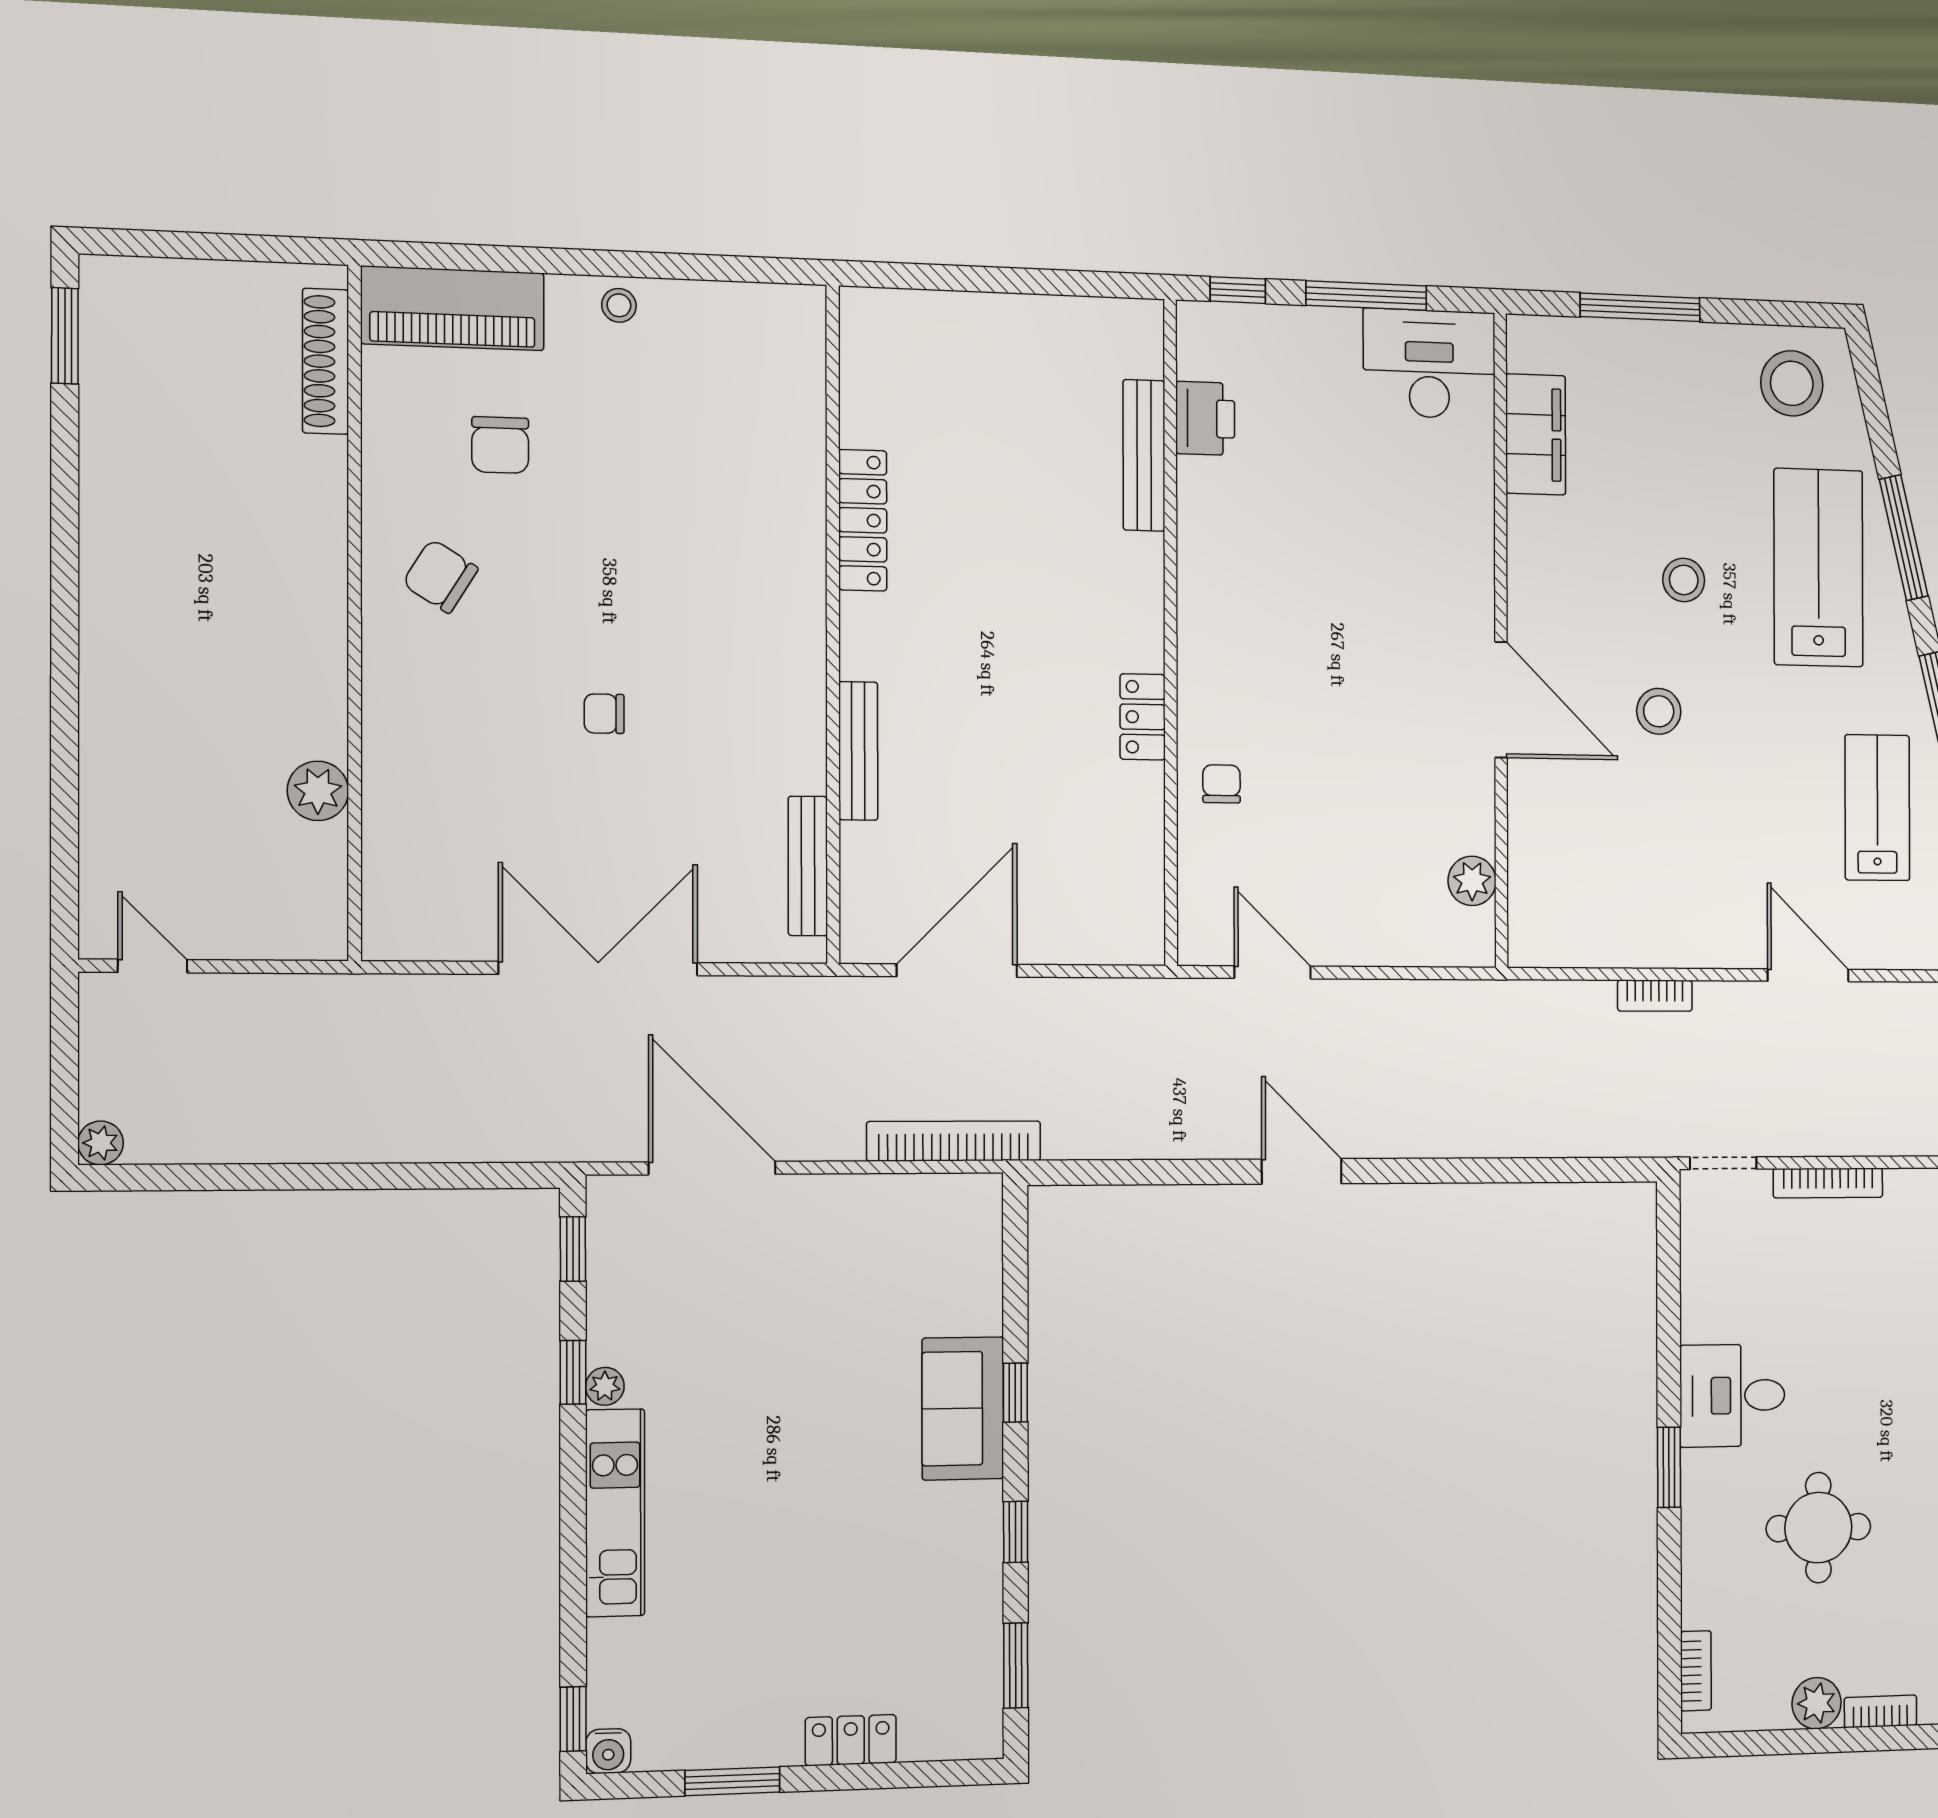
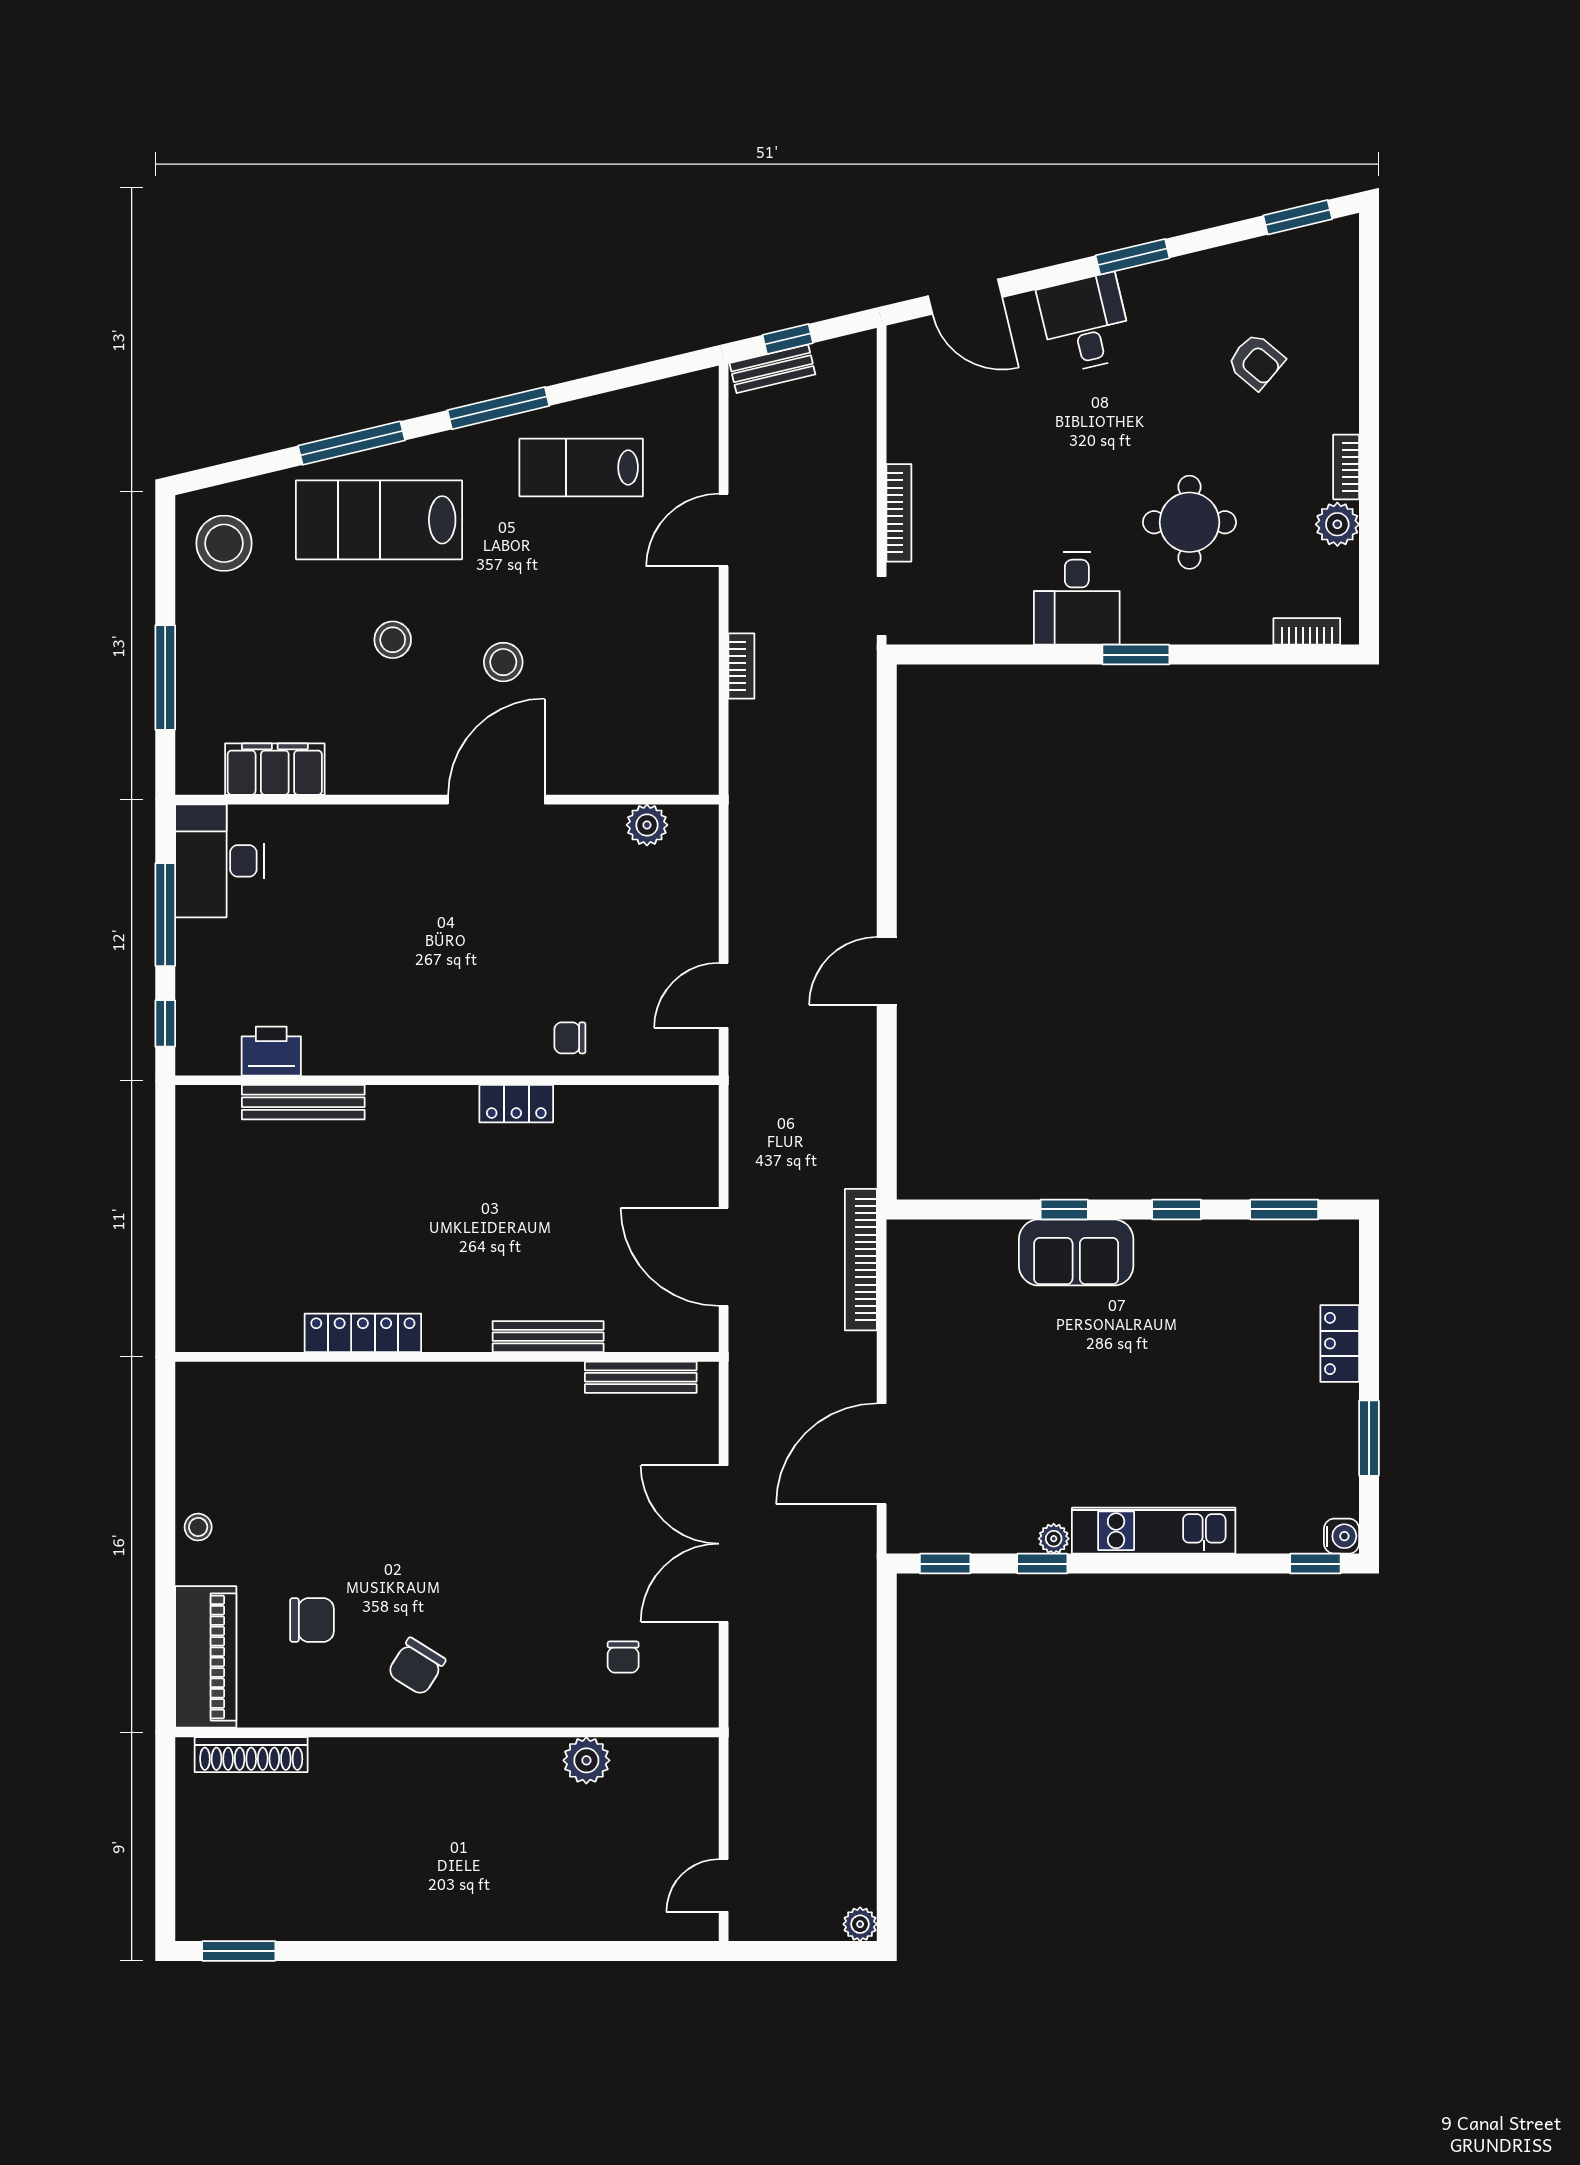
chair: (604, 714) -> (623, 1657), moved

